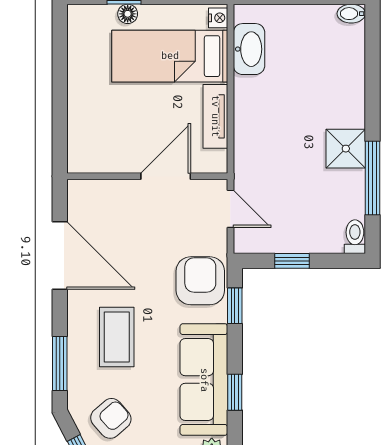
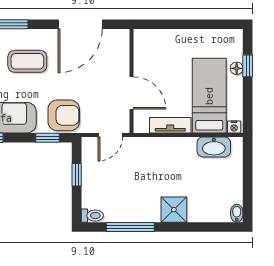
shower: (346, 149) -> (174, 210), moved

